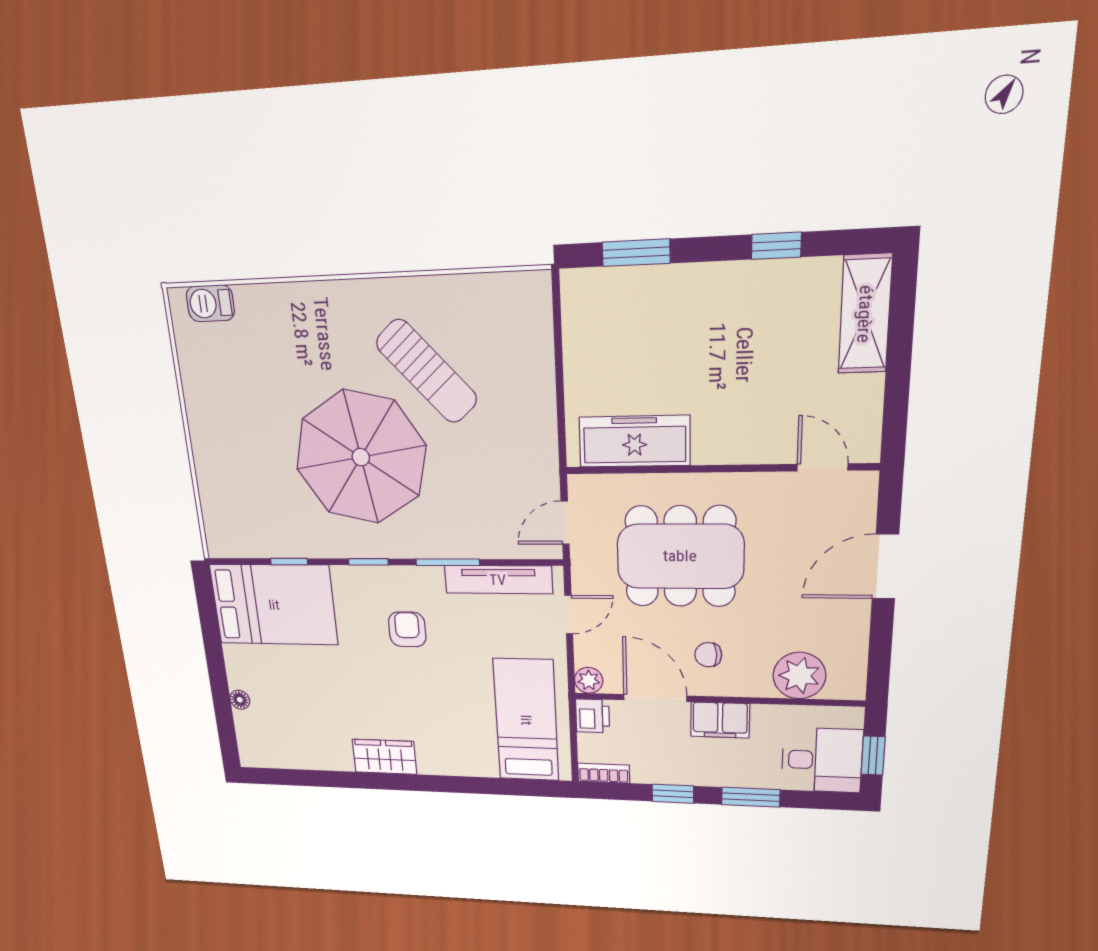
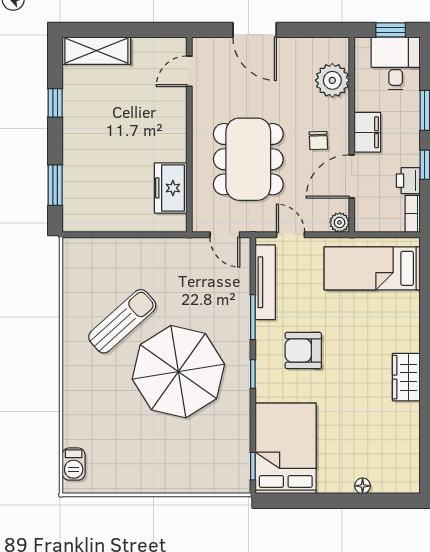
freezer: (634, 441) -> (171, 188), width x0.71
window: (289, 562) -> (253, 466), moved
armchair: (407, 629) -> (303, 350), width x1.38, depth x1.38
printer: (592, 716) -> (408, 181), moved, turned -90

